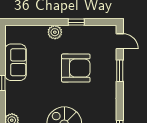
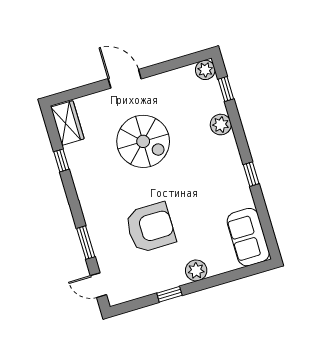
sofa: (15, 62) -> (248, 237), moved
armchair: (76, 68) -> (150, 228), turned 180

